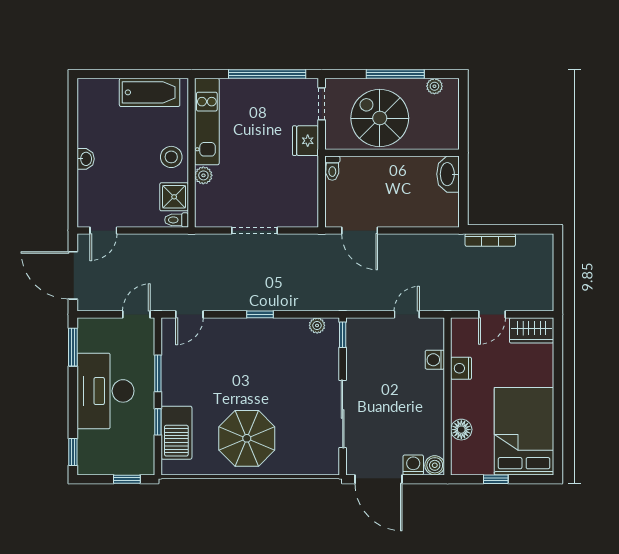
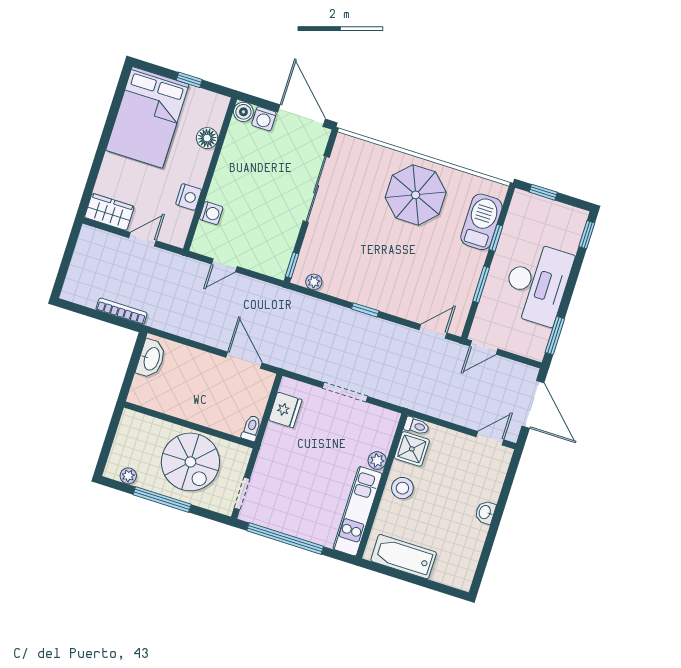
fridge: (306, 141) -> (285, 410), moved
washbasin: (448, 174) -> (151, 359), moved

